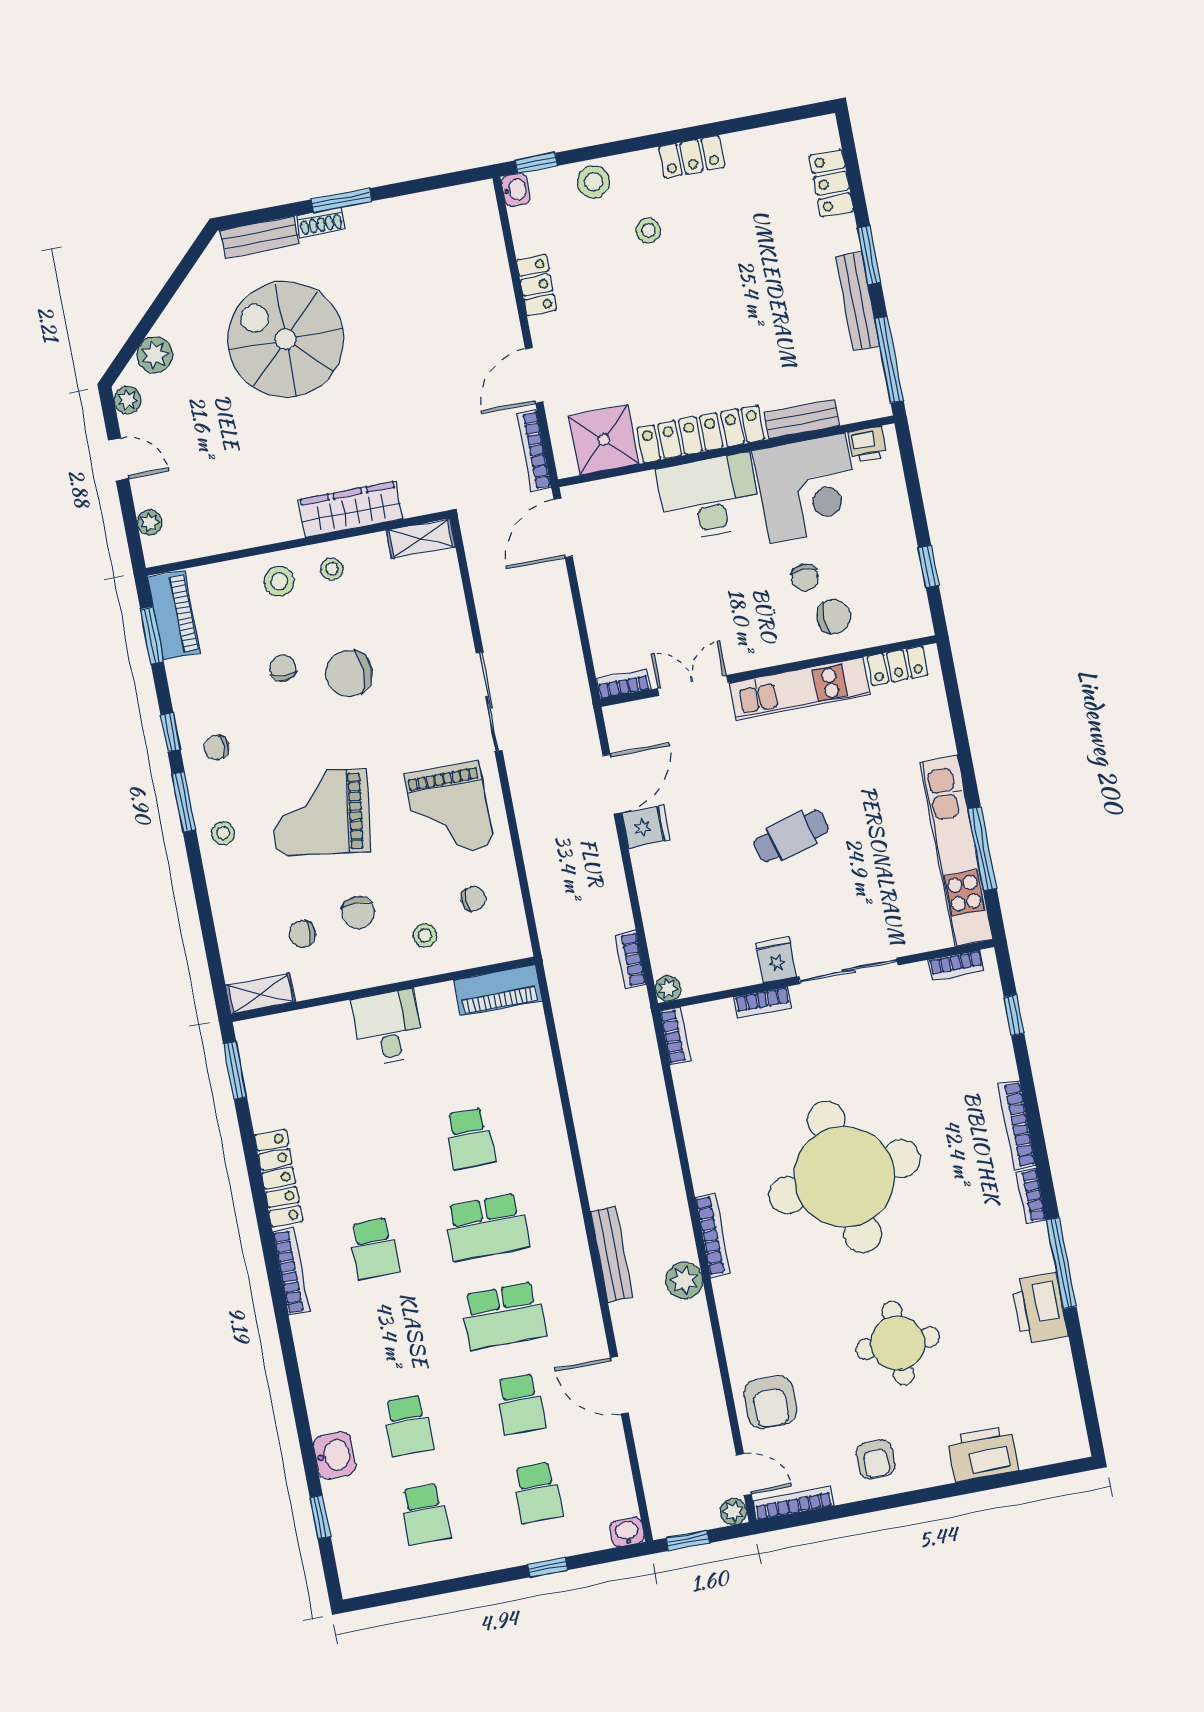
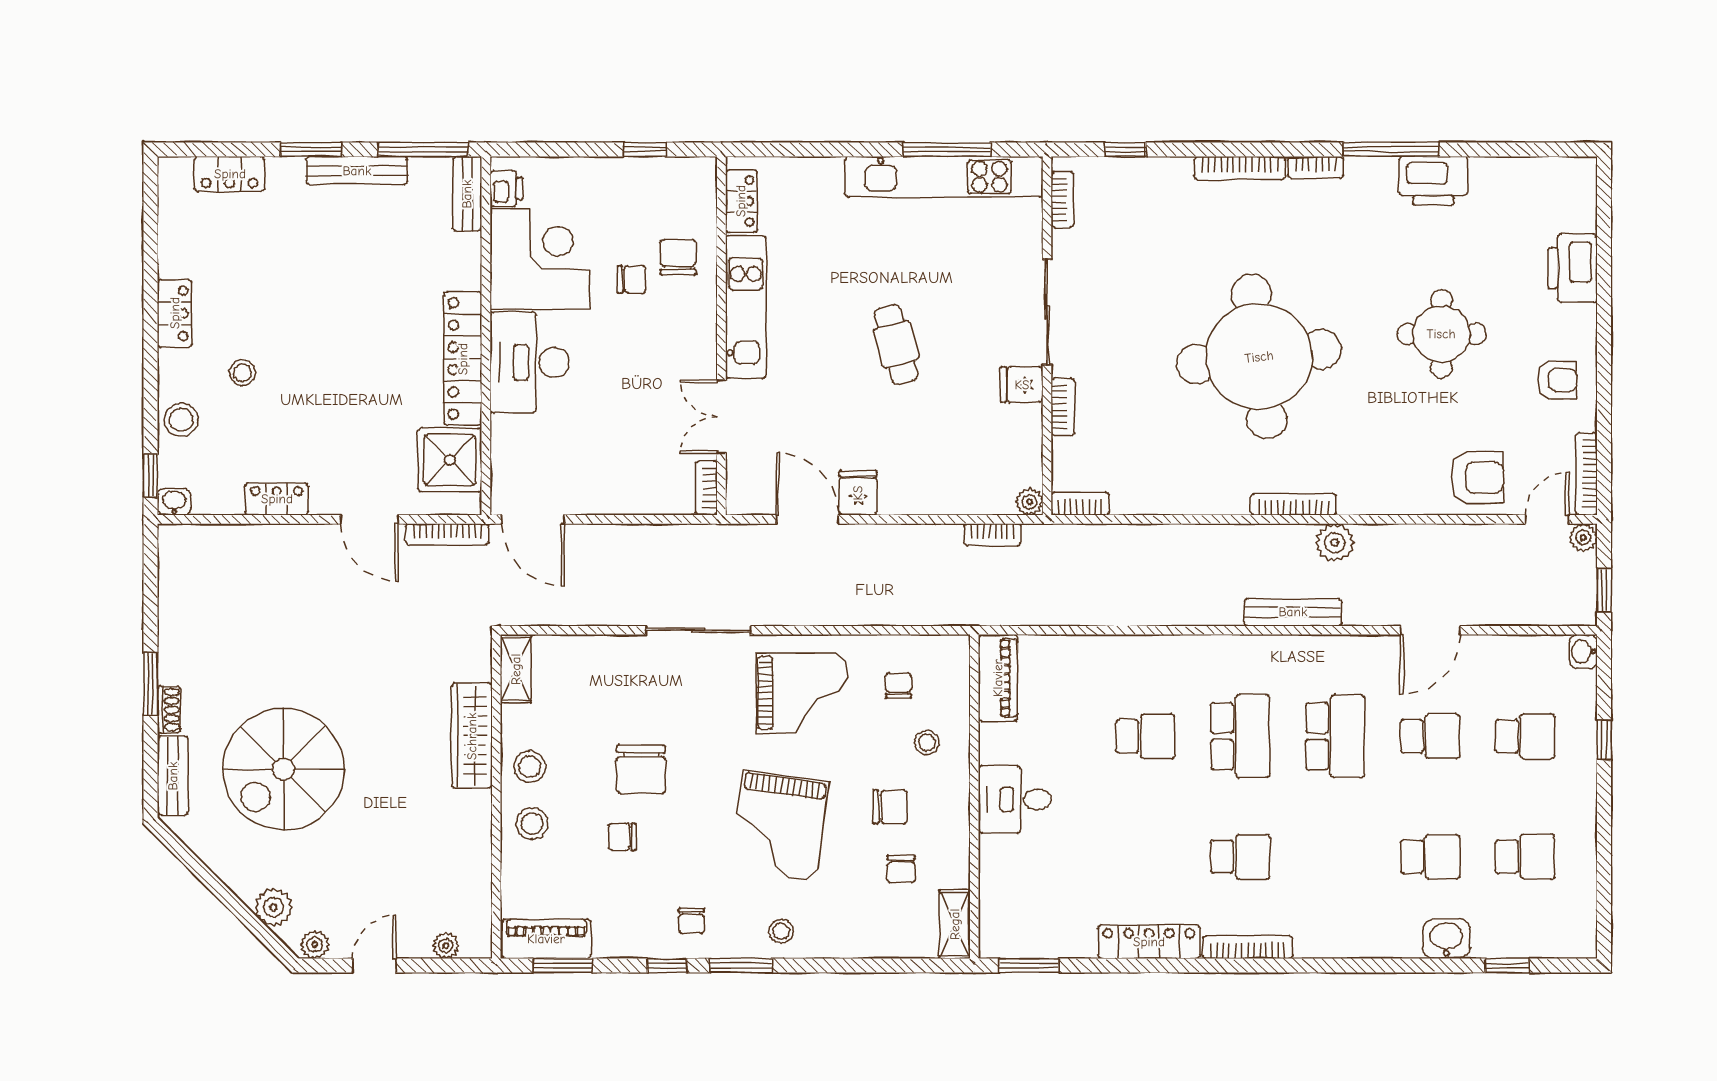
bench: (802, 419) -> (467, 194), moved
stool: (332, 569) -> (530, 767), width x1.37, depth x1.37

